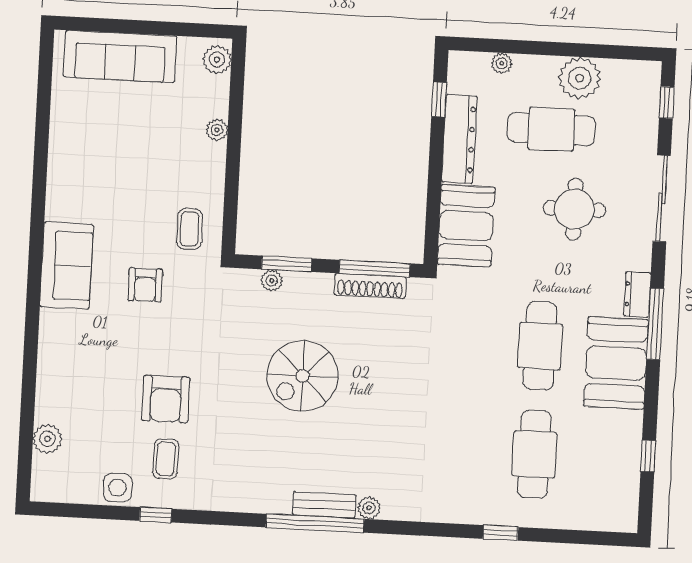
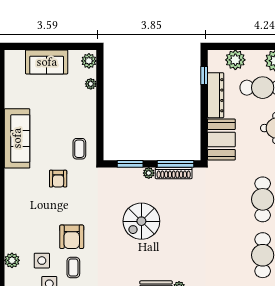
sofa: (120, 57) -> (47, 62), width x0.73
plant: (502, 63) -> (235, 60), width x1.88, depth x1.88
plant: (217, 130) -> (91, 84), moved
sofa: (66, 266) -> (17, 138), moved, width x1.36
plant: (272, 281) -> (149, 173), moved
side table: (105, 442) -> (42, 261), added

